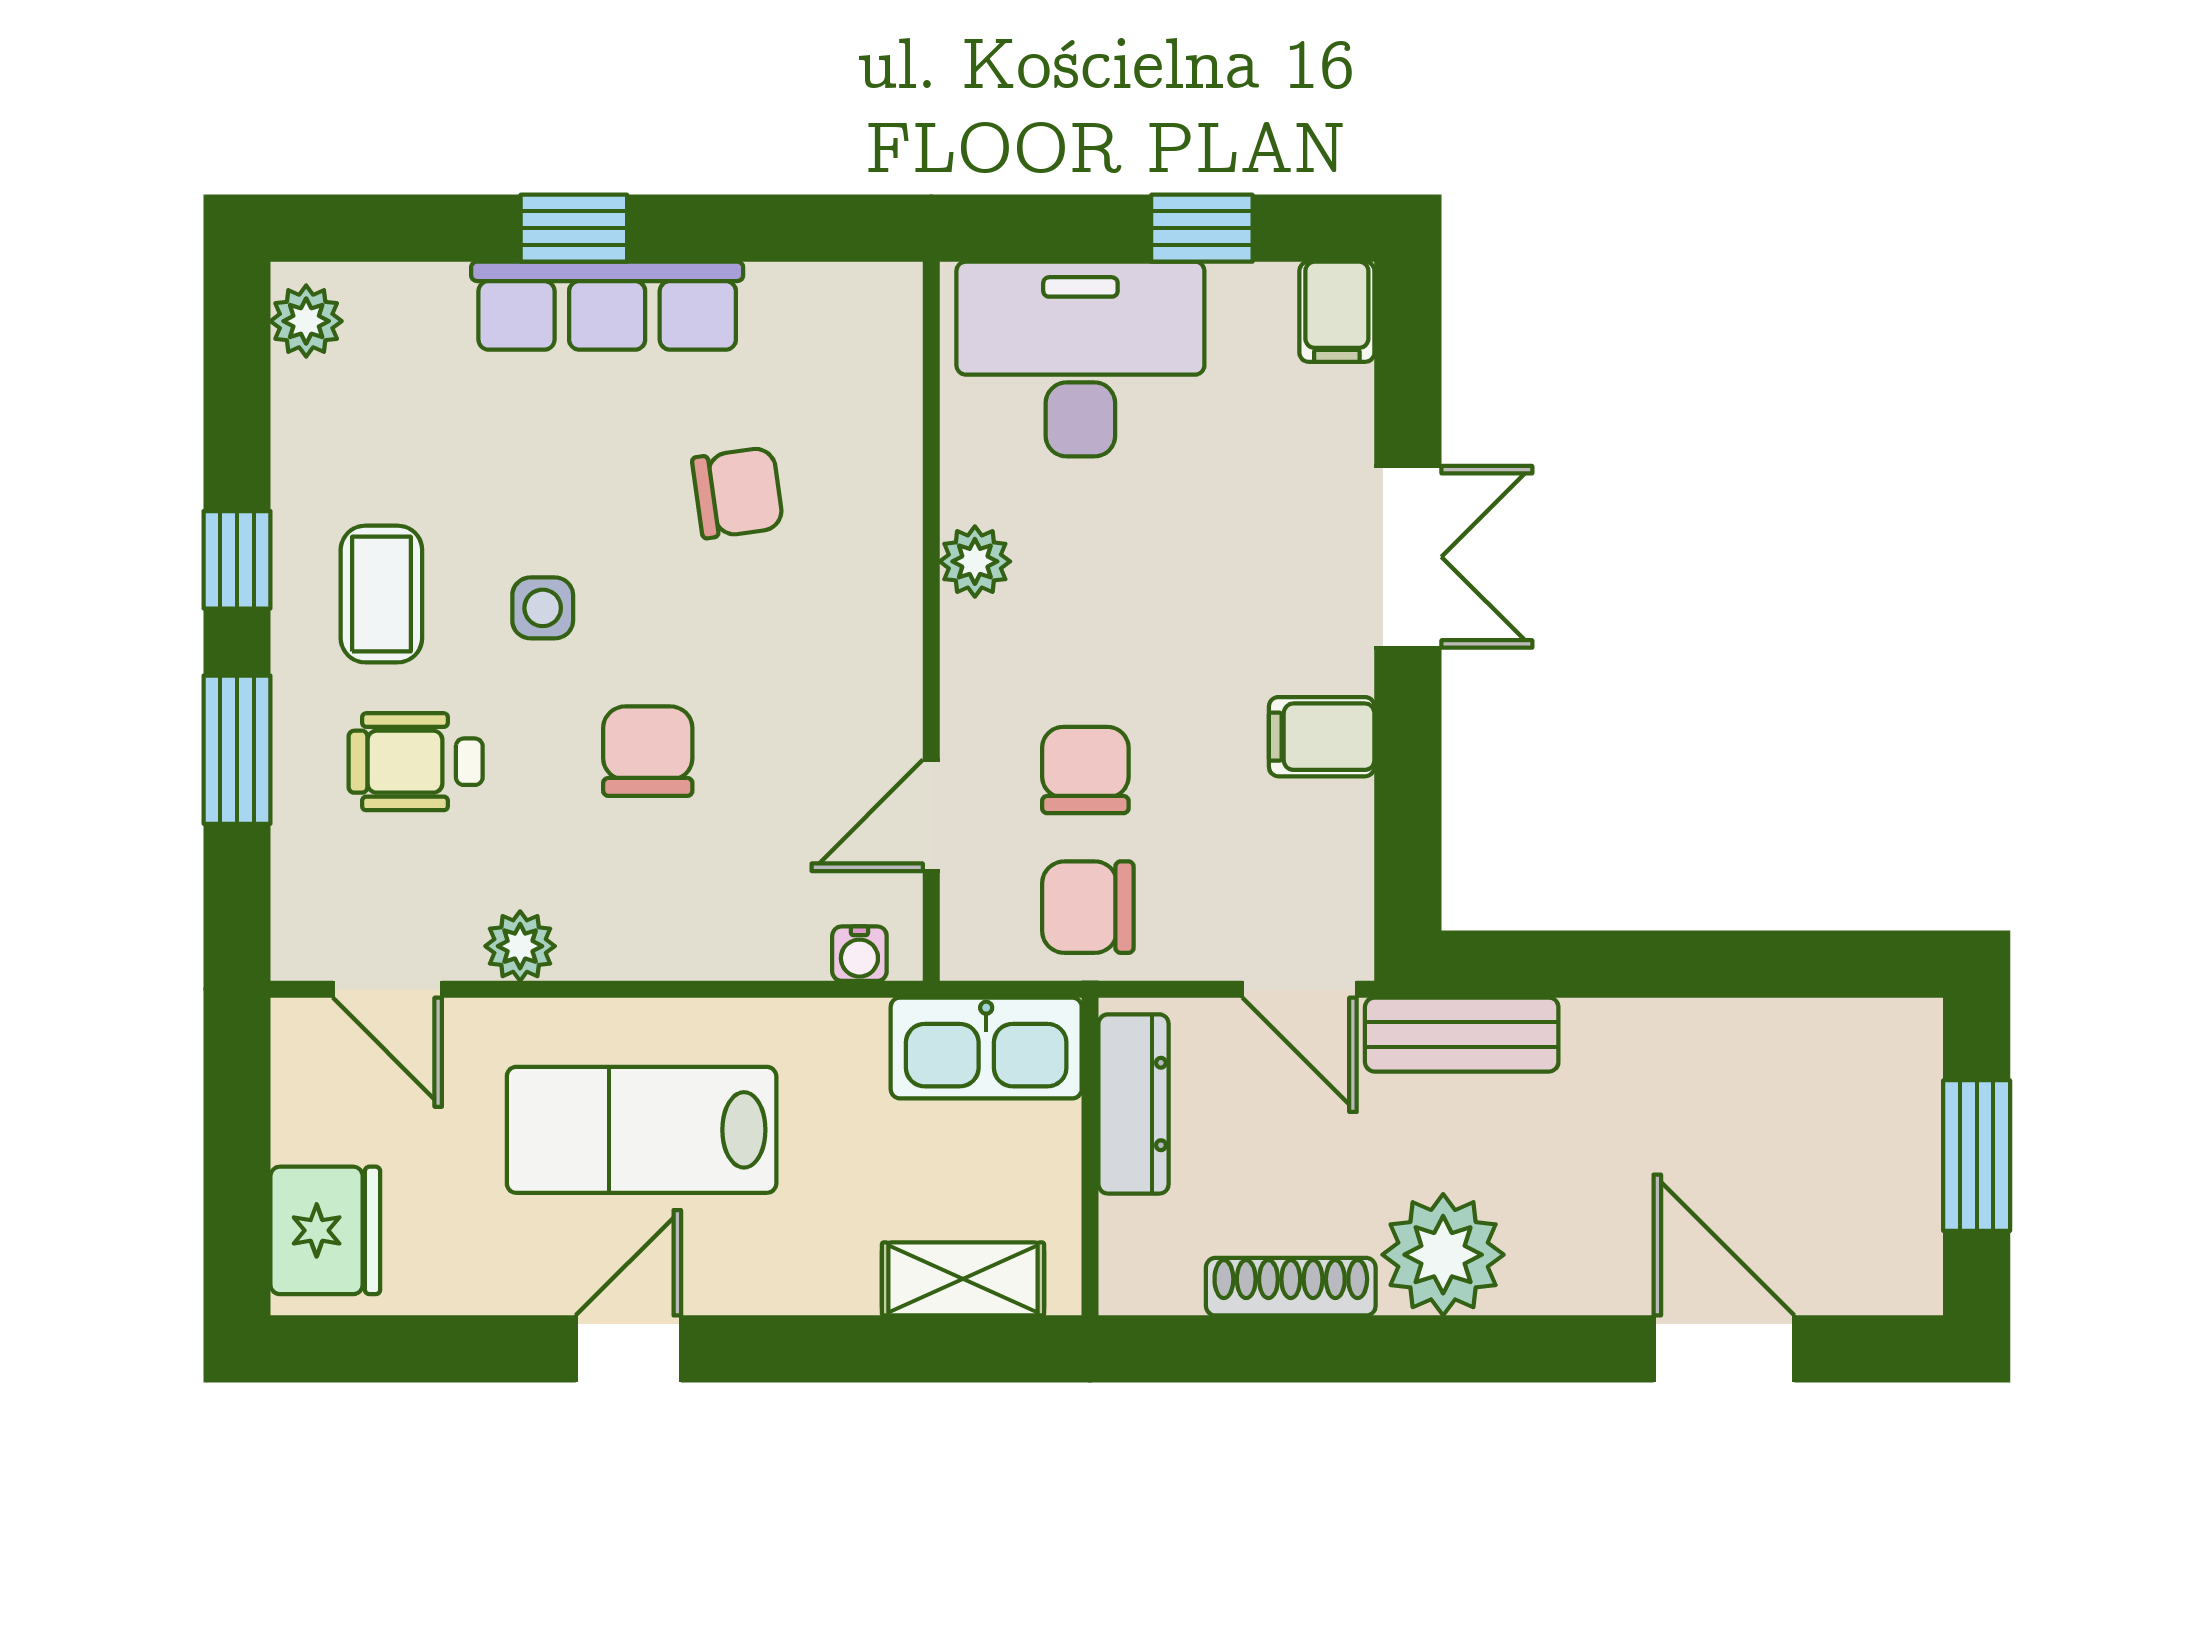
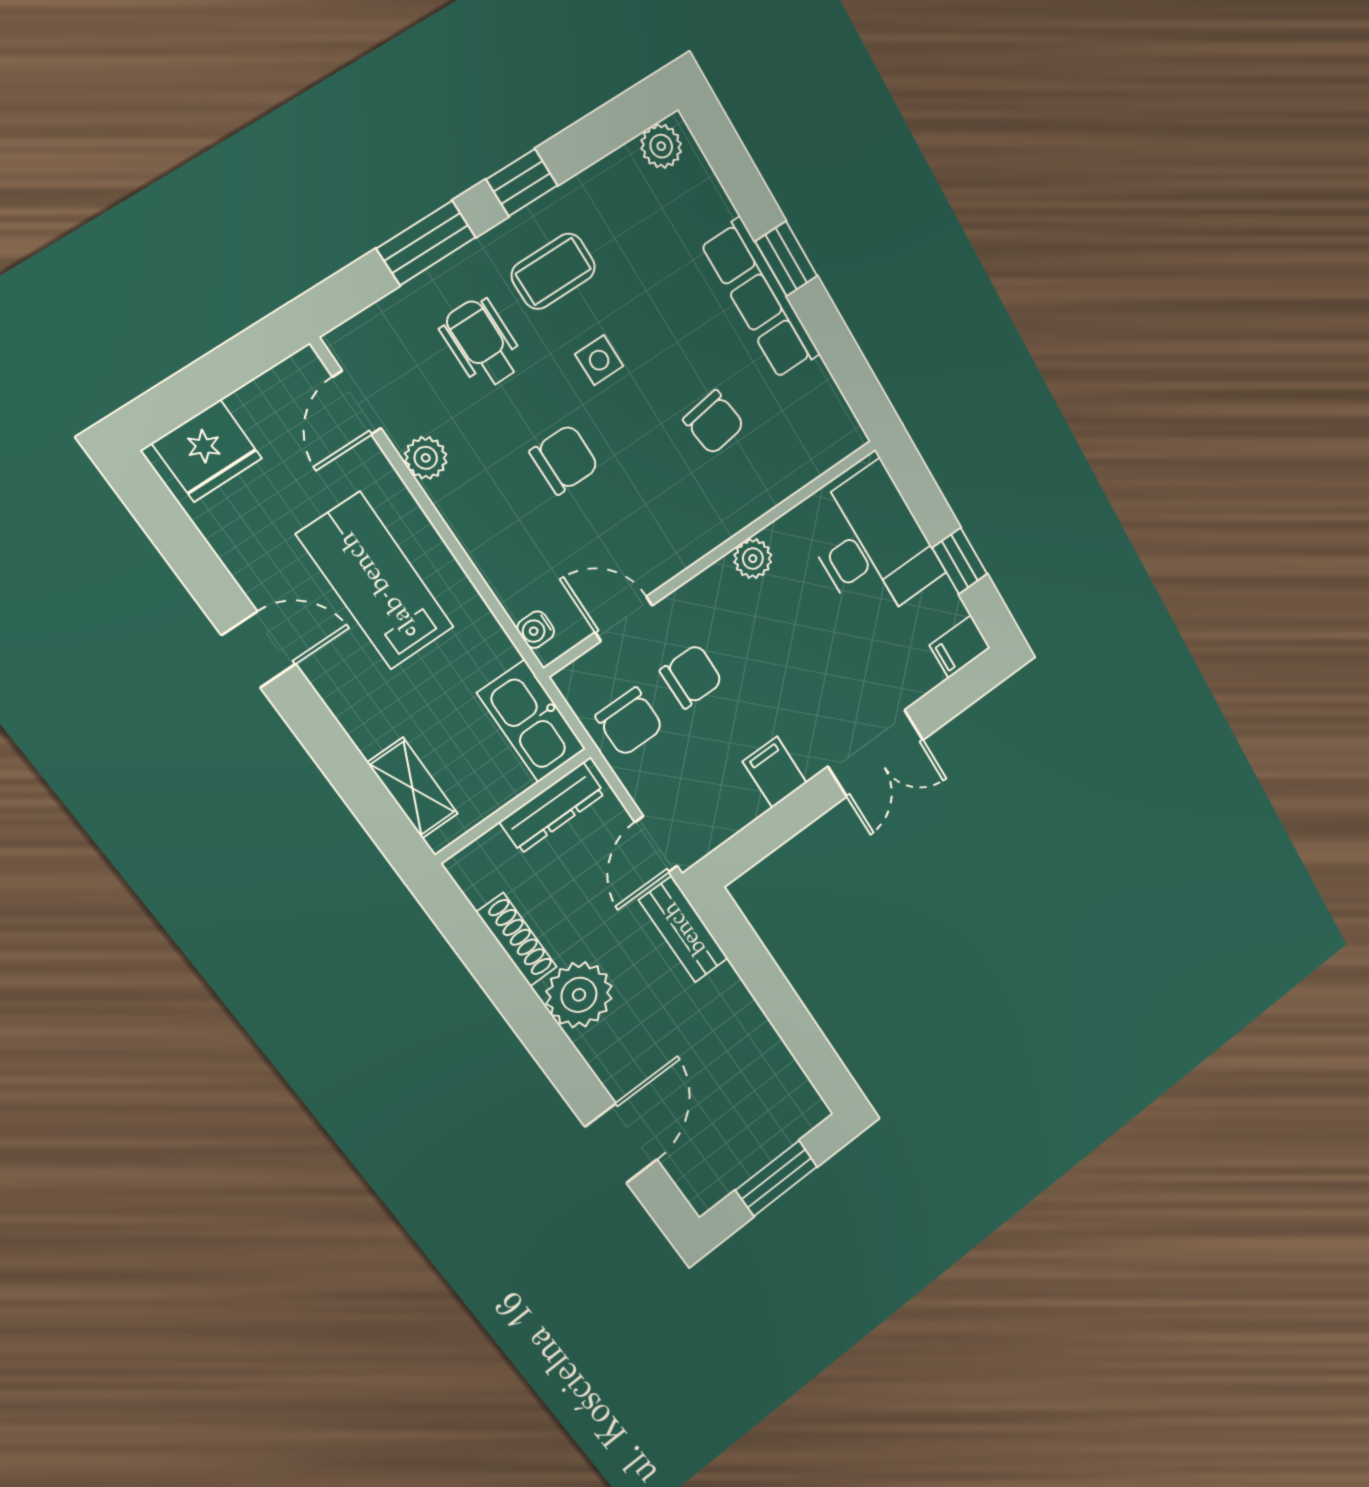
chair: (1088, 907) -> (629, 722), turned 180

